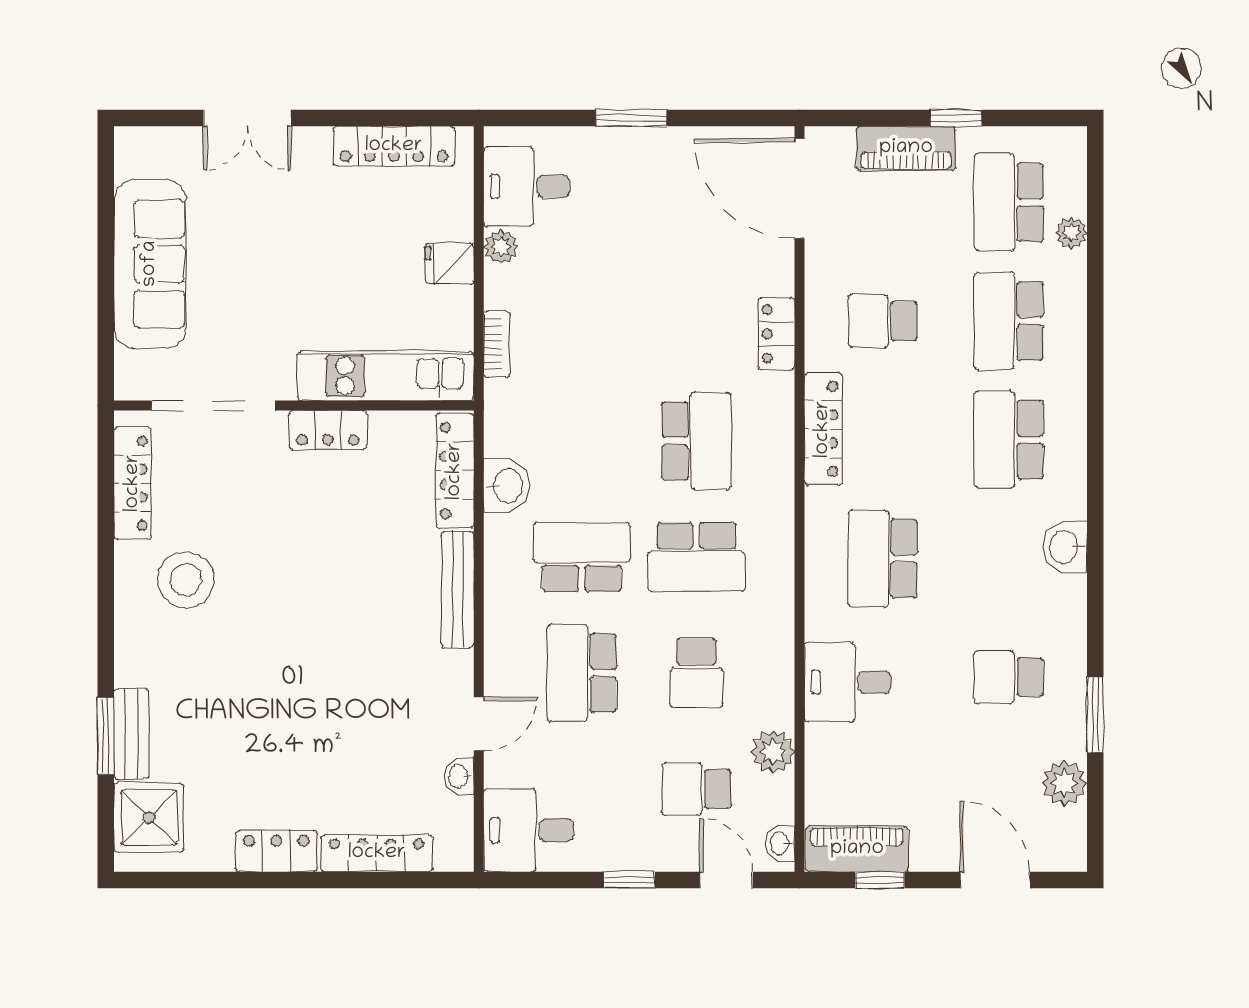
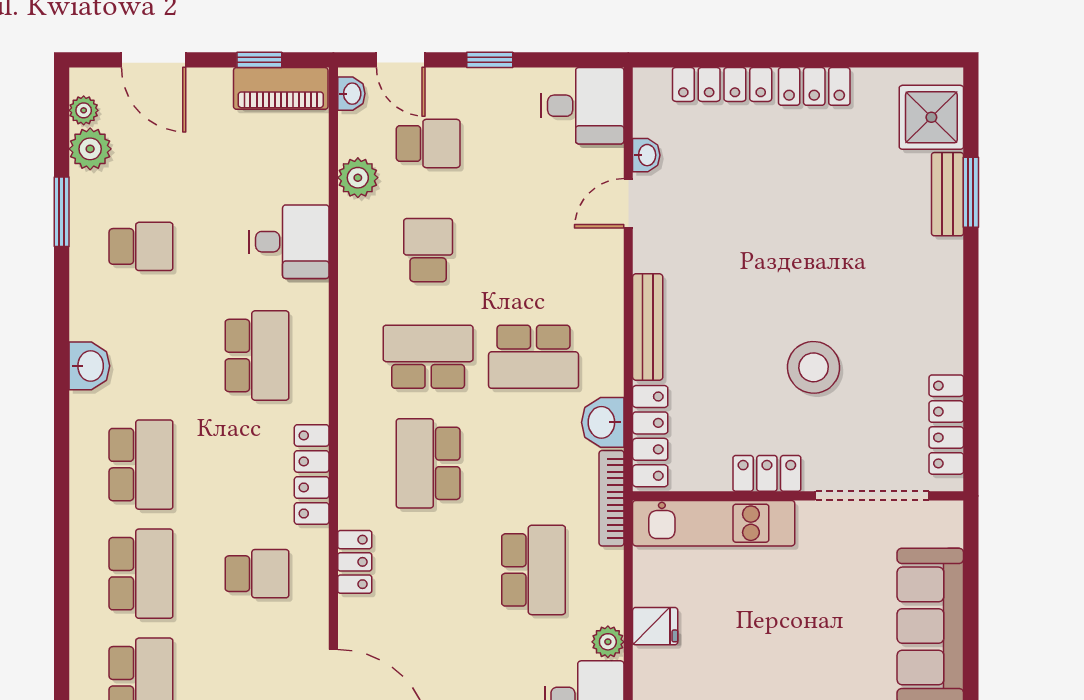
plant: (1071, 233) -> (84, 110), moved
bookcase: (497, 344) -> (611, 498), moved, width x1.56
stool: (186, 580) -> (814, 367), moved
school desk: (582, 673) -> (534, 570), moved

